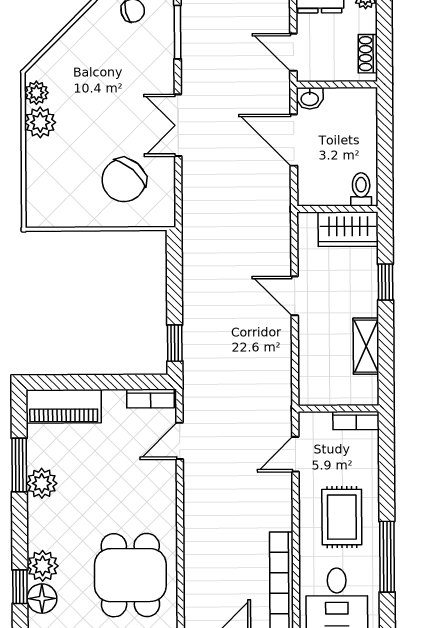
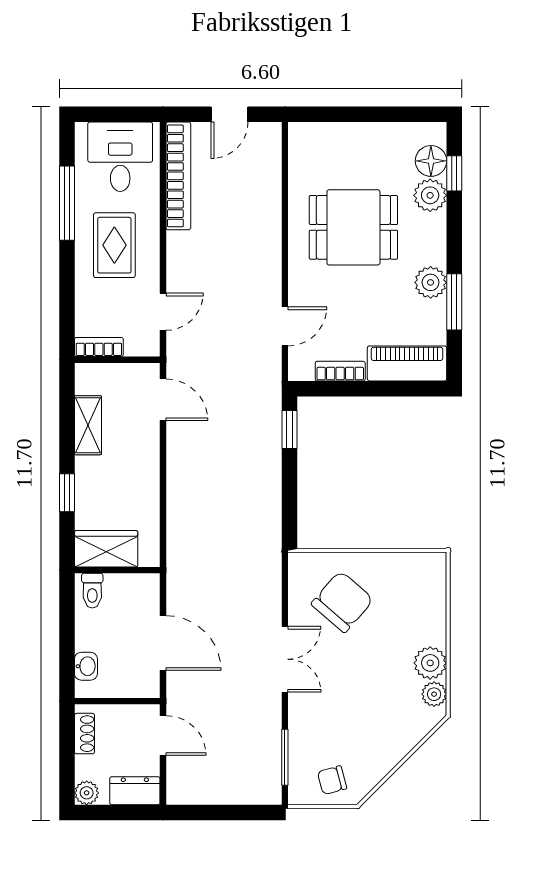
washbasin: (310, 98) -> (86, 666), moved, turned 90
door: (295, 296) -> (163, 400), moved
bookcase: (150, 399) -> (340, 371), moved
dining table: (130, 575) -> (353, 227), moved, turned 90

